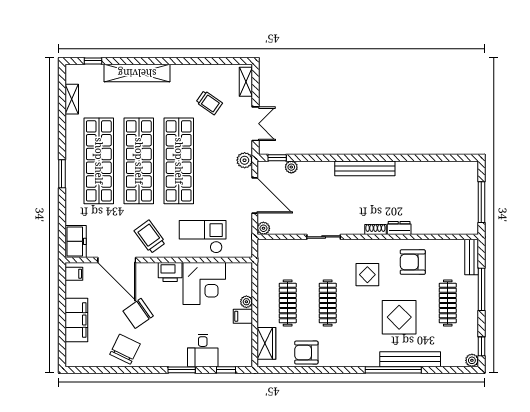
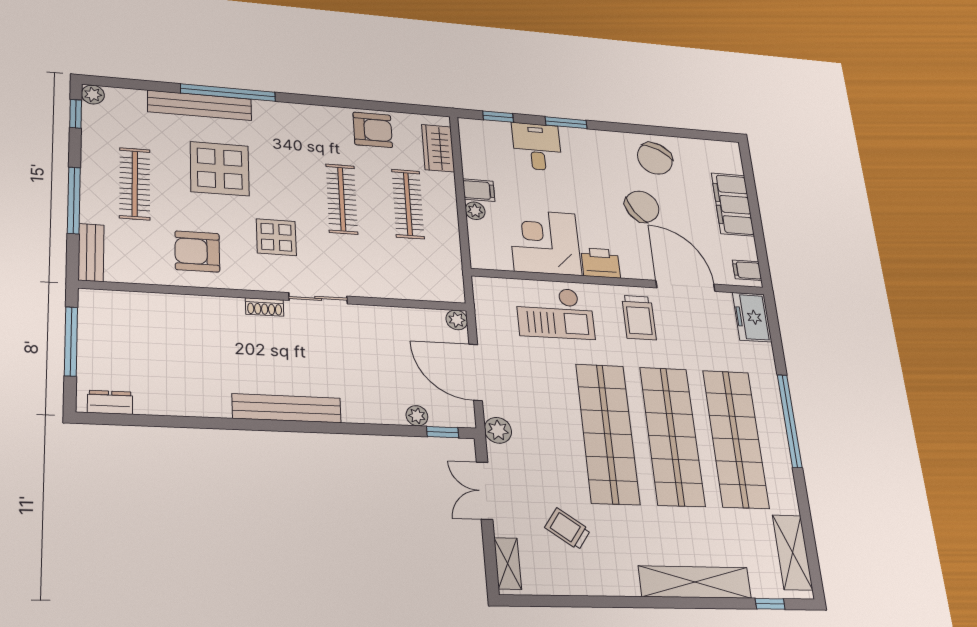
shelving: (72, 99) -> (793, 552), width x1.50, depth x1.33
window: (62, 174) -> (790, 421), width x2.11
dresser: (399, 228) -> (110, 402), moved, turned 180
trolley: (150, 237) -> (639, 318), turned 36
sliding door: (324, 237) -> (318, 298), moved
armchair: (413, 262) -> (197, 251), turned 180

